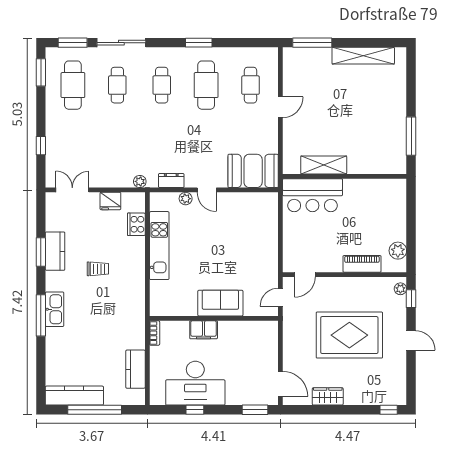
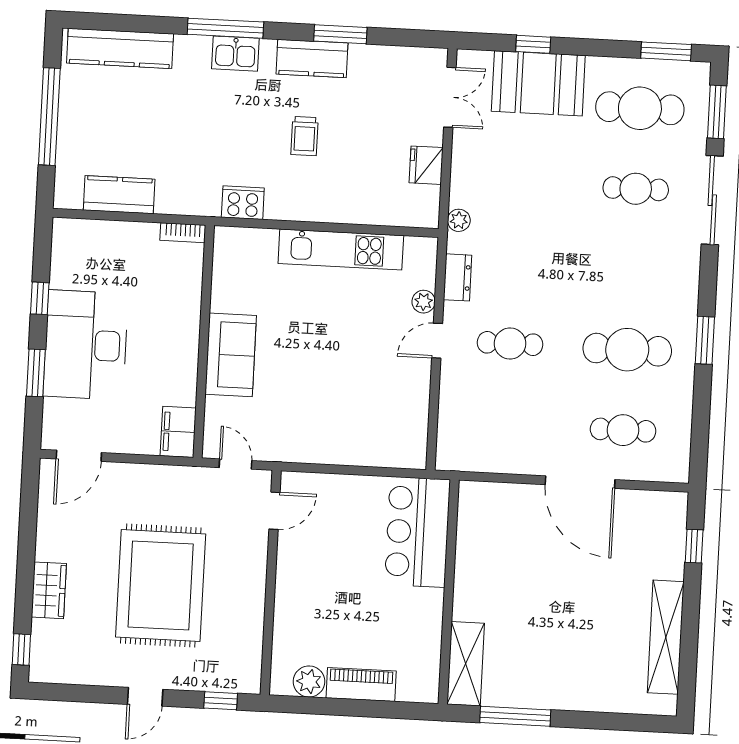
window: (312, 43) -> (694, 546), width x0.46
cafe table: (162, 85) -> (510, 344), moved
door: (280, 107) -> (580, 482), width x1.87
shelving: (324, 165) -> (466, 664), moved
booth: (253, 171) -> (538, 83), moved, turned 90
cooker: (136, 224) -> (243, 203), moved
kitchen counter: (55, 251) -> (312, 59), moved
piano: (362, 264) -> (361, 685), moved, turned -90
door: (305, 275) -> (274, 511), swing flipped
plant: (400, 289) -> (240, 683), removed
kitchen sink: (55, 309) -> (235, 54), width x0.73
filing cabinet: (204, 330) -> (178, 432), moved
desk: (195, 383) -> (86, 345), moved
kitchen counter: (74, 396) -> (120, 48), moved, turned 90
wardrobe: (328, 396) -> (49, 590), moved
window: (255, 410) -> (36, 373), moved

